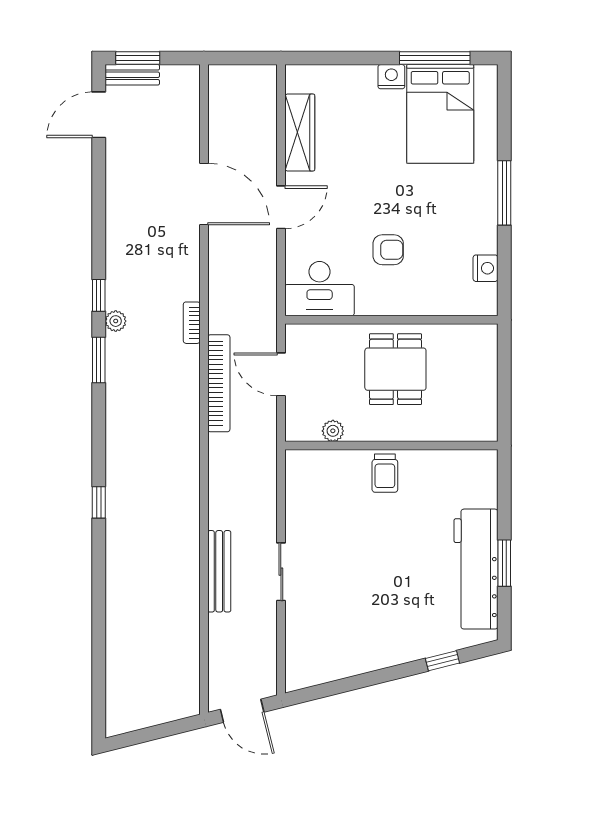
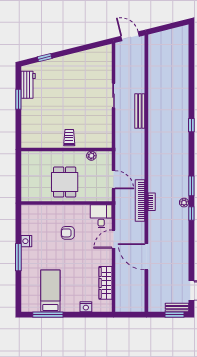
nightstand: (391, 77) -> (86, 307), moved
bed: (440, 114) -> (50, 291), width x0.67
door: (281, 207) -> (114, 239), moved
nightstand: (485, 268) -> (26, 241), moved
desk: (320, 289) -> (101, 216), width x0.73
bookcase: (219, 383) -> (140, 201), moved
workbench: (476, 569) -> (28, 85), width x0.53, depth x0.76
bench: (219, 571) -> (140, 111), moved

